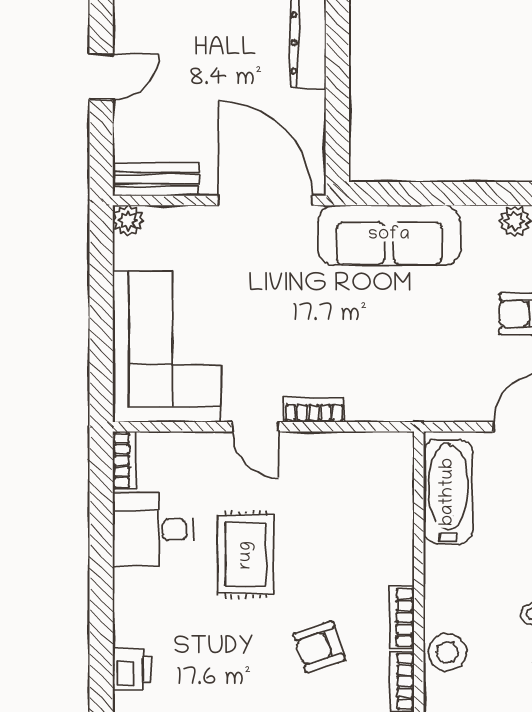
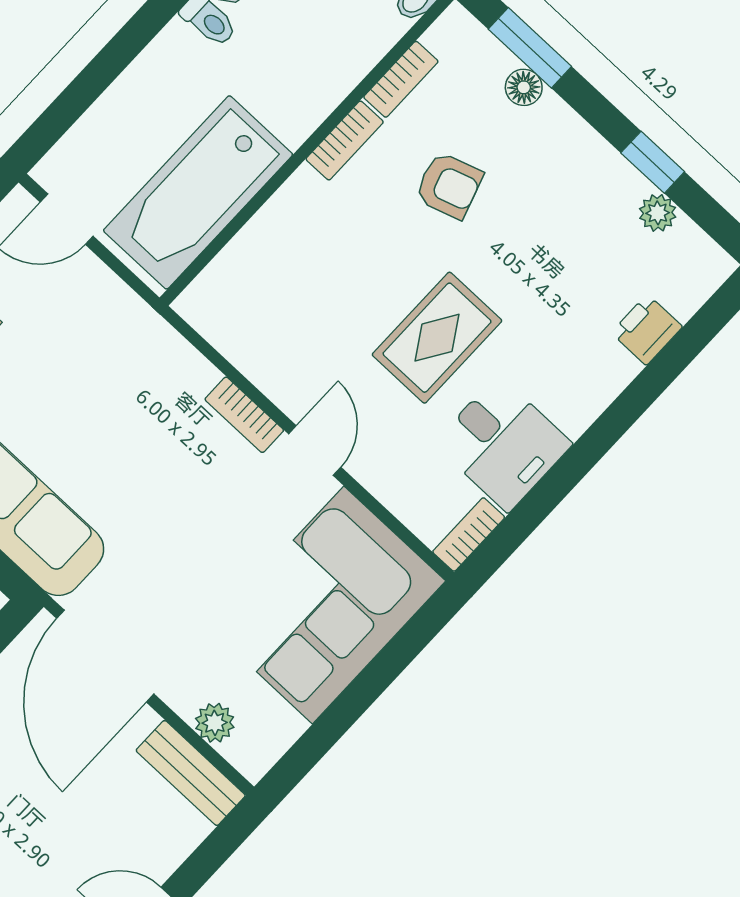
plant: (128, 220) -> (215, 723), moved
bathtub: (448, 492) -> (198, 192), width x1.36, depth x1.36
stool: (447, 652) -> (332, 67), removed

